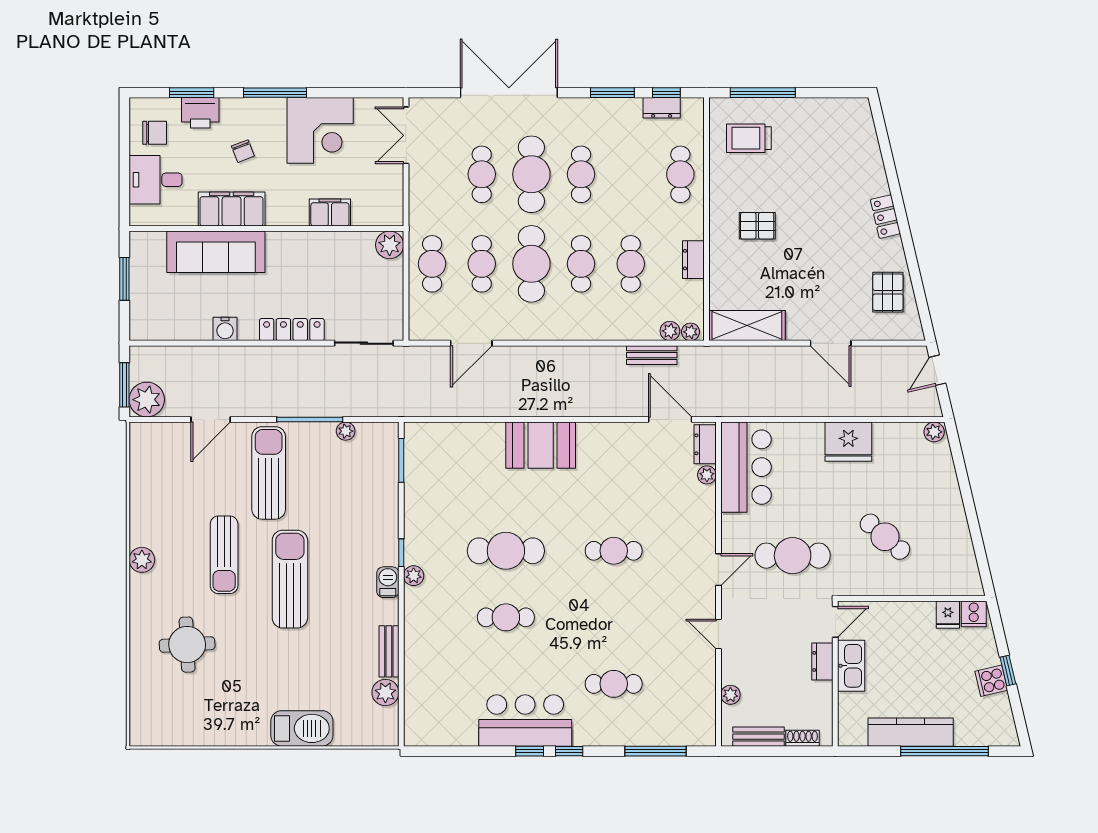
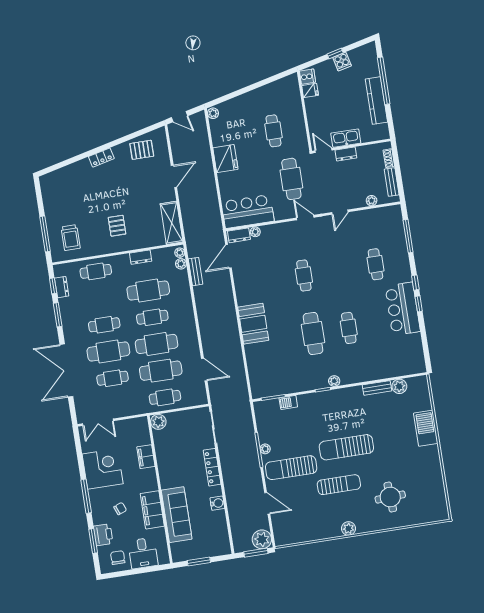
cafe table: (482, 264) -> (161, 371), width x1.37, depth x1.35
cafe table: (631, 264) -> (148, 291), width x1.37, depth x1.35
plant: (346, 431) -> (265, 449), moved
cafe table: (885, 537) -> (273, 131), turned -41
barbecue: (388, 582) -> (288, 402), moved

